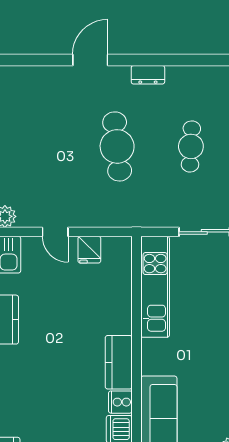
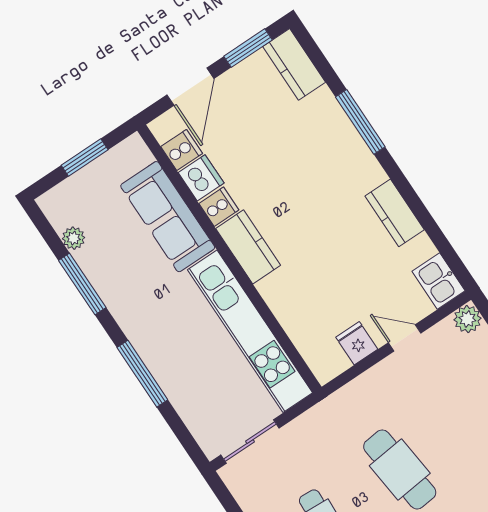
kitchen unit: (155, 287) -> (250, 331), width x1.36

